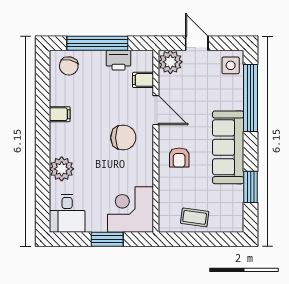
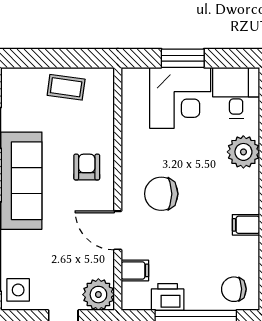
chair: (69, 66) -> (234, 289), turned -102
corner desk: (131, 210) -> (180, 98), moved

